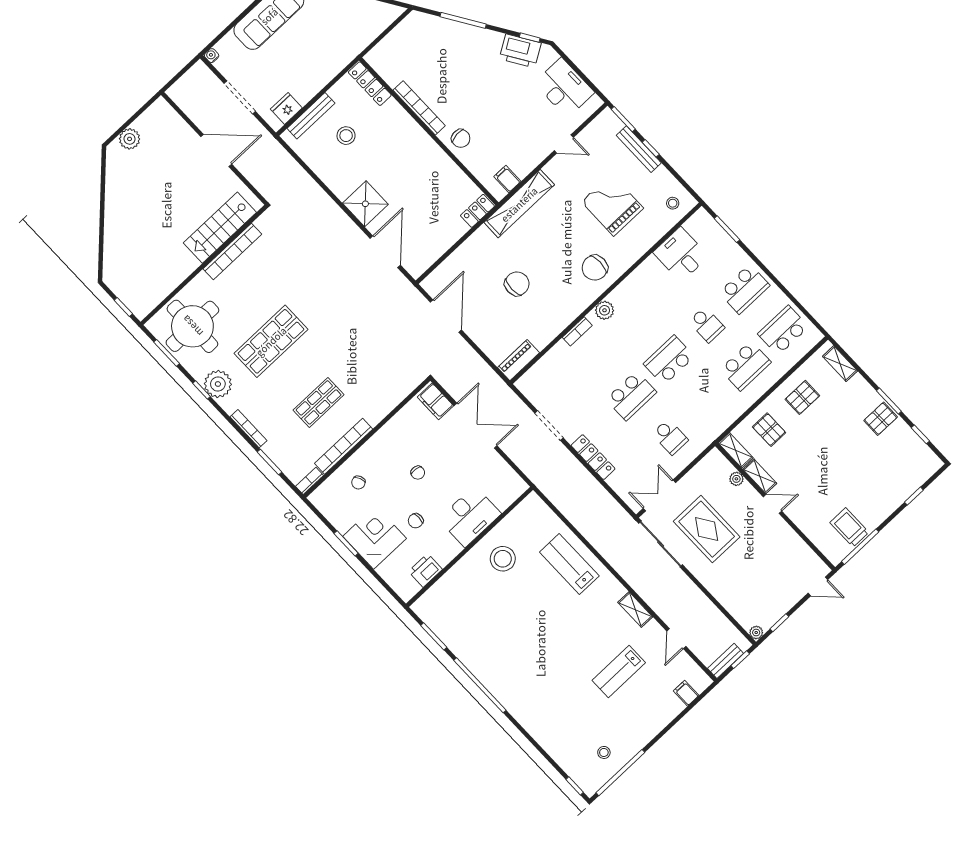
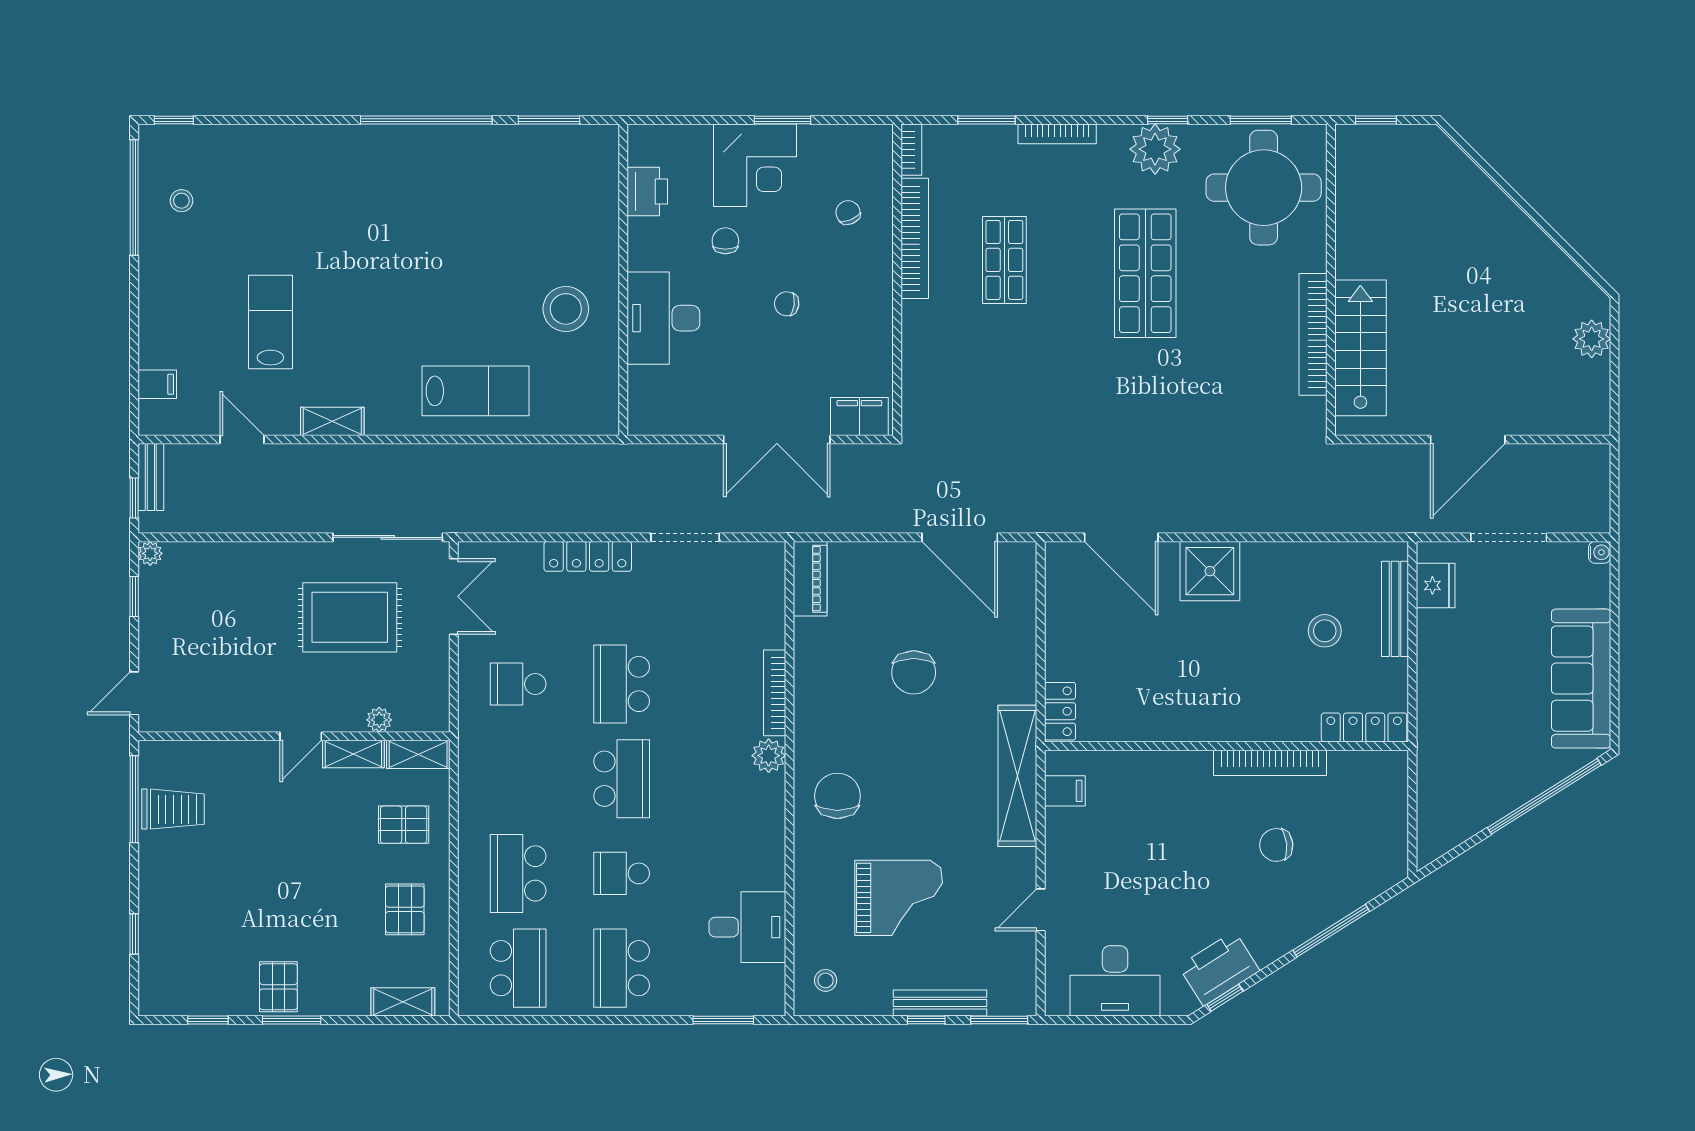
chair: (461, 138) -> (1276, 845), moved
bookcase: (577, 331) -> (775, 693), width x1.56

